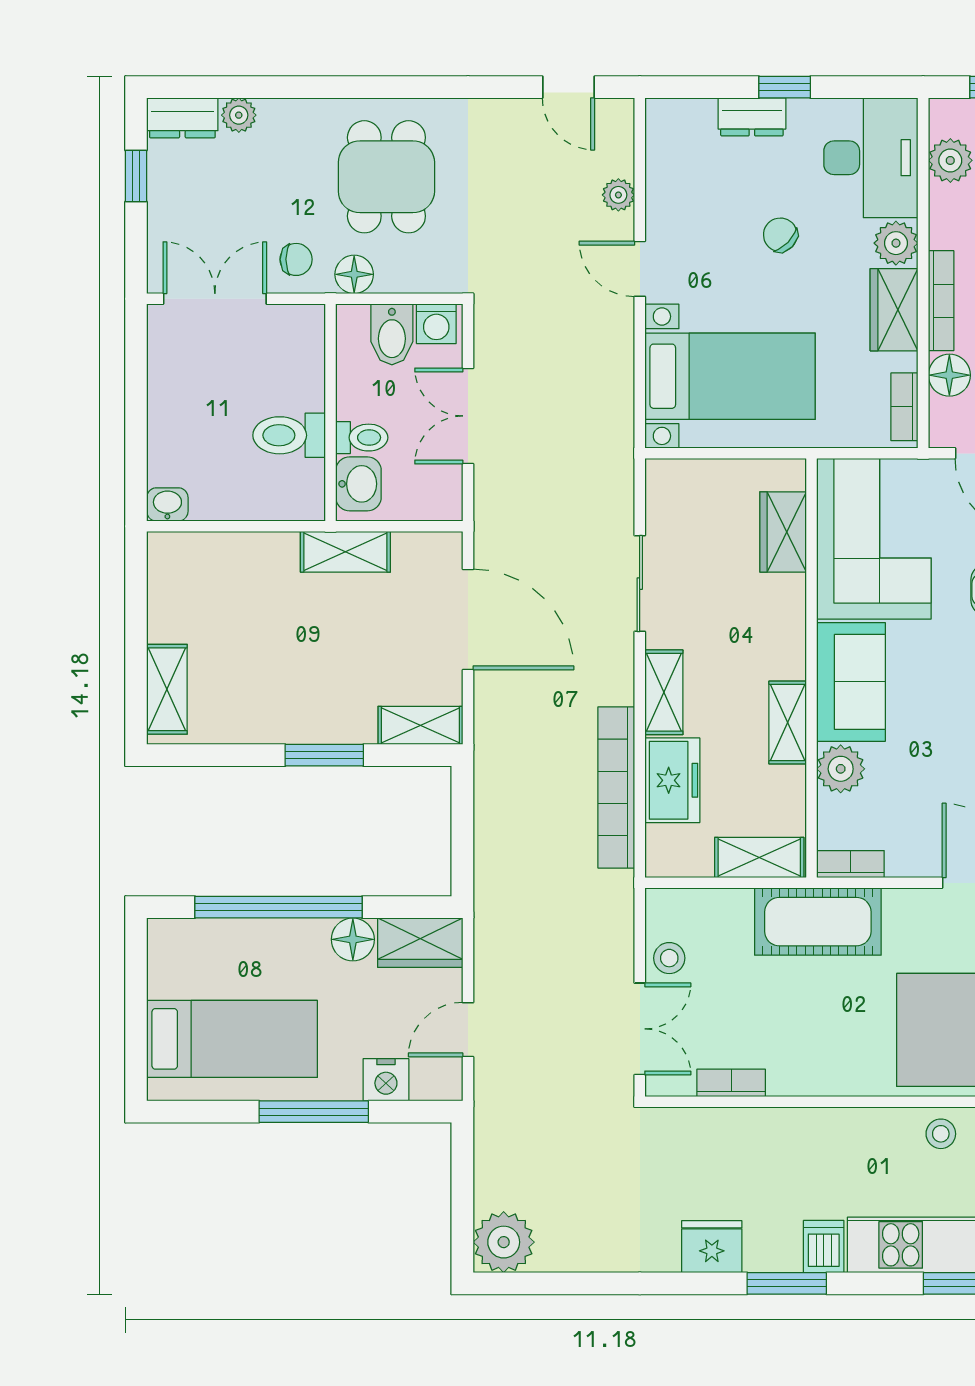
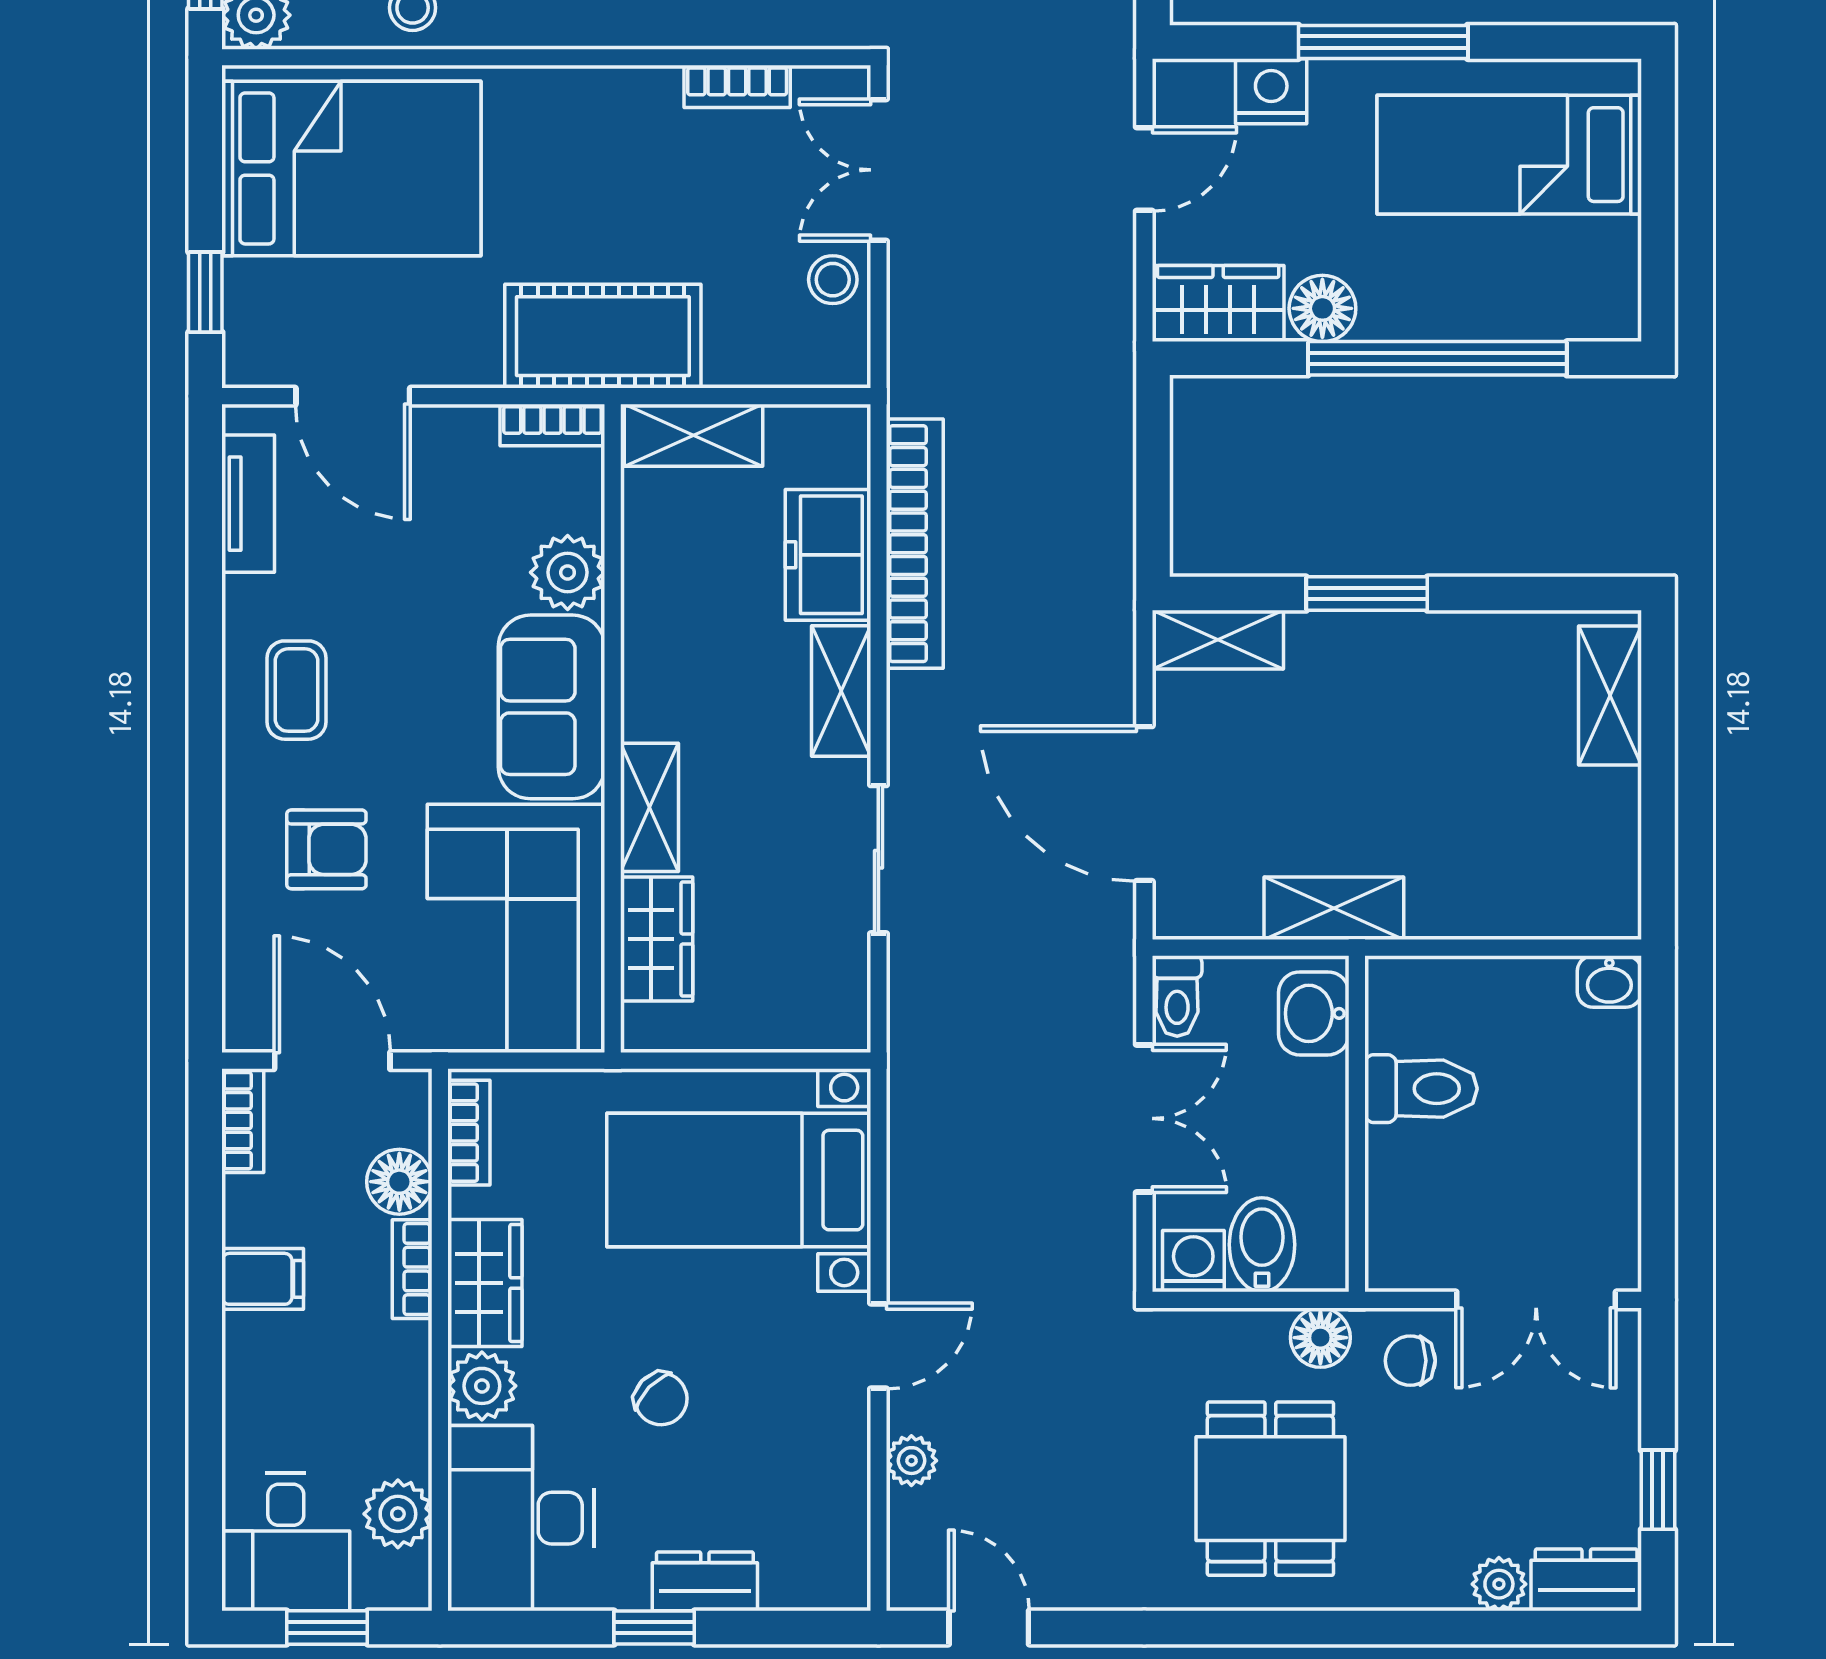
door: (640, 269) -> (878, 1346), hinge flipped
bookcase: (941, 301) -> (412, 1269), width x0.64
toilet: (362, 438) -> (1177, 996), moved, turned -90
shelving: (788, 723) -> (650, 807), moved

